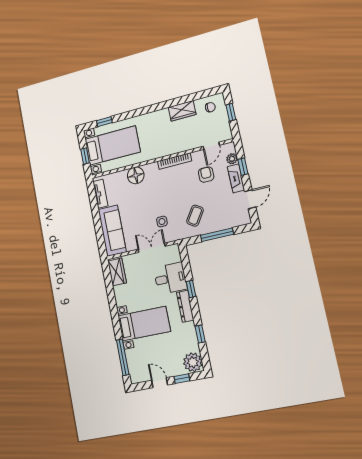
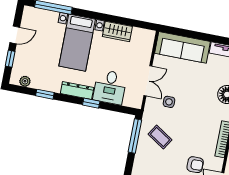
window: (217, 235) -> (135, 136), moved
wardrobe: (117, 272) -> (117, 31), moved
plant: (193, 362) -> (25, 81), width x0.53, depth x0.53

